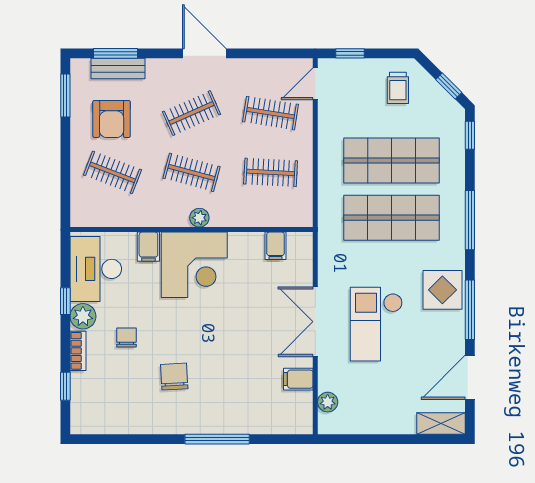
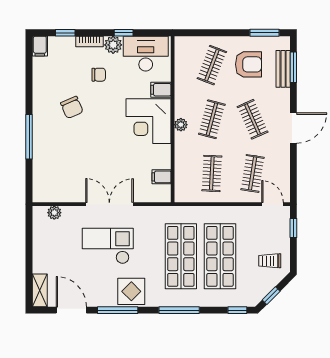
armchair: (112, 119) -> (248, 64), turned 180
chair: (174, 377) -> (72, 107), turned 70
filing cabinet: (298, 379) -> (40, 46), moved, turned 180

